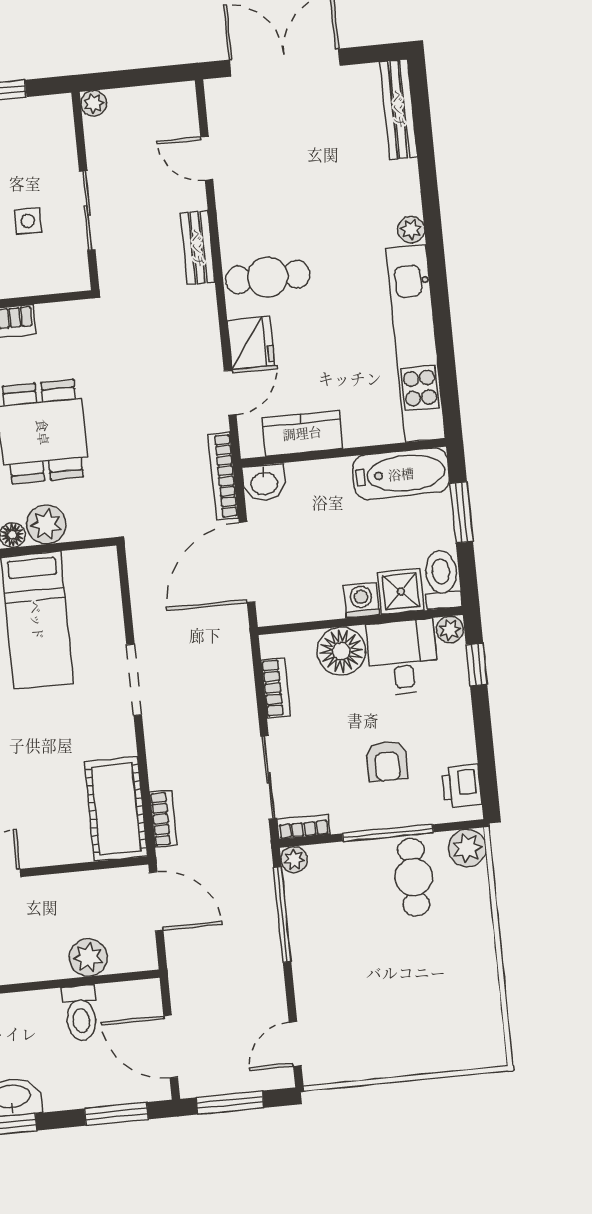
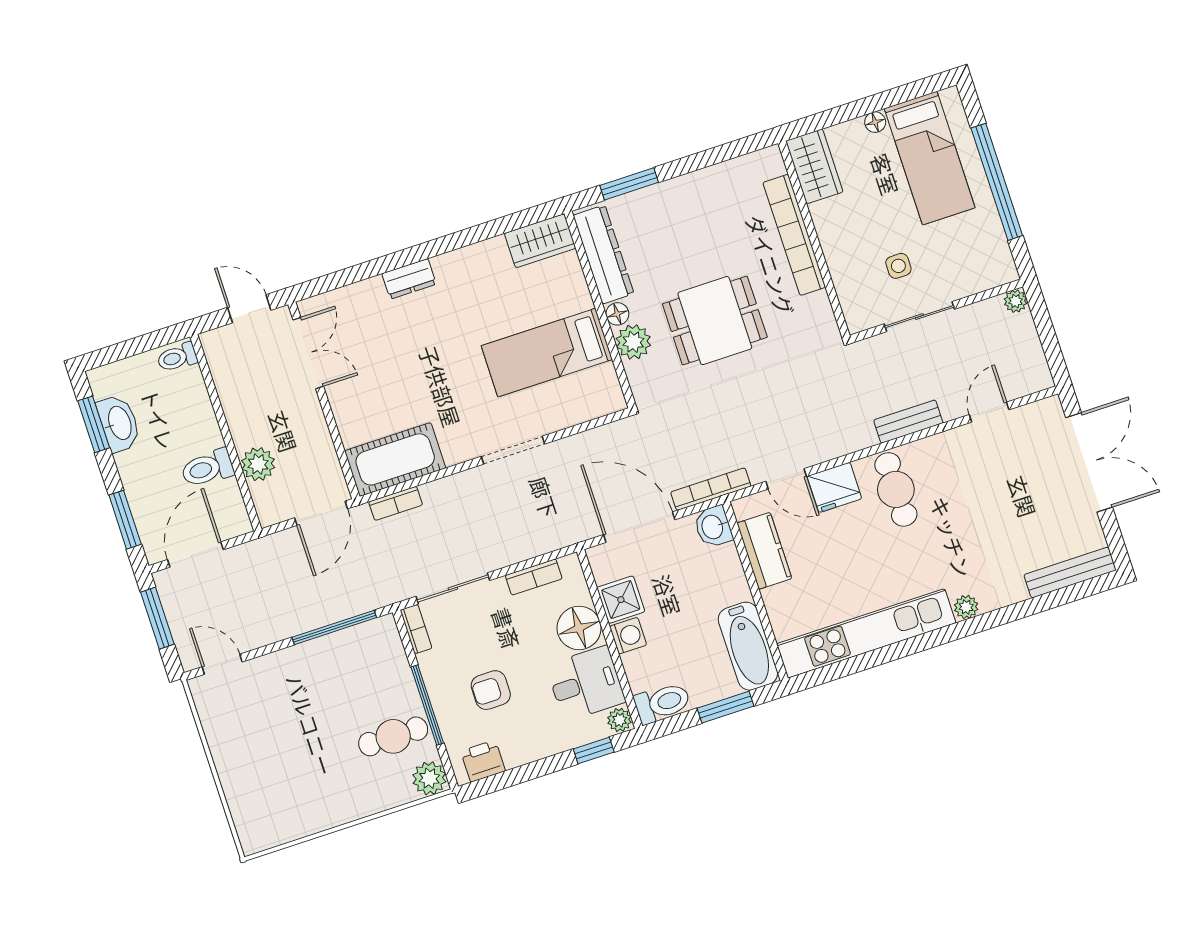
shower: (401, 591) -> (621, 600), moved
plant: (294, 860) -> (385, 627), removed

